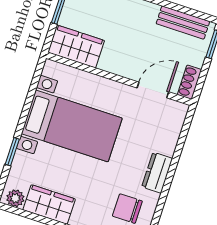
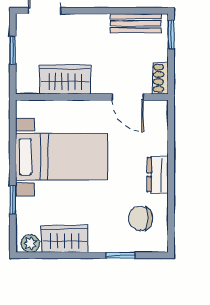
wardrobe: (76, 46) -> (65, 79), moved
door: (153, 90) -> (128, 97), swing flipped

